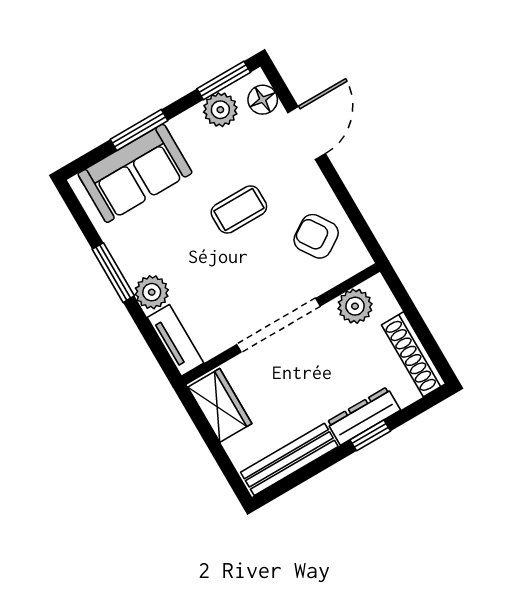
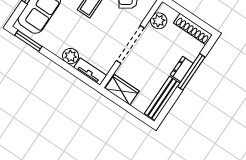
window: (113, 273) -> (28, 41), moved
dresser: (364, 416) -> (182, 69), width x0.70
window: (370, 435) -> (191, 72), width x2.17

